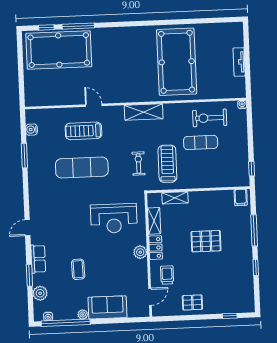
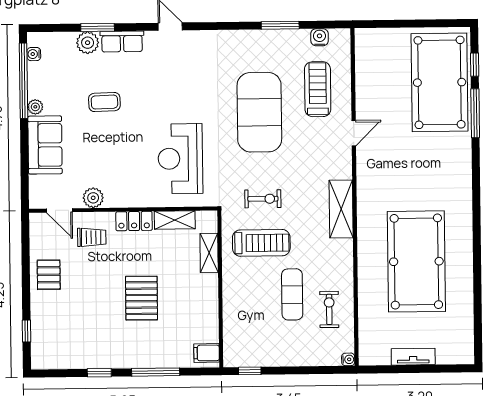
pool table: (177, 62) -> (416, 261), turned 90
exercise bike: (210, 118) -> (329, 309), width x0.73, depth x0.72
treadmill: (83, 131) -> (318, 89), moved
exercise mat: (82, 168) -> (259, 112), width x1.47
plant: (140, 252) -> (93, 198), moved
plant: (40, 293) -> (88, 43), moved

